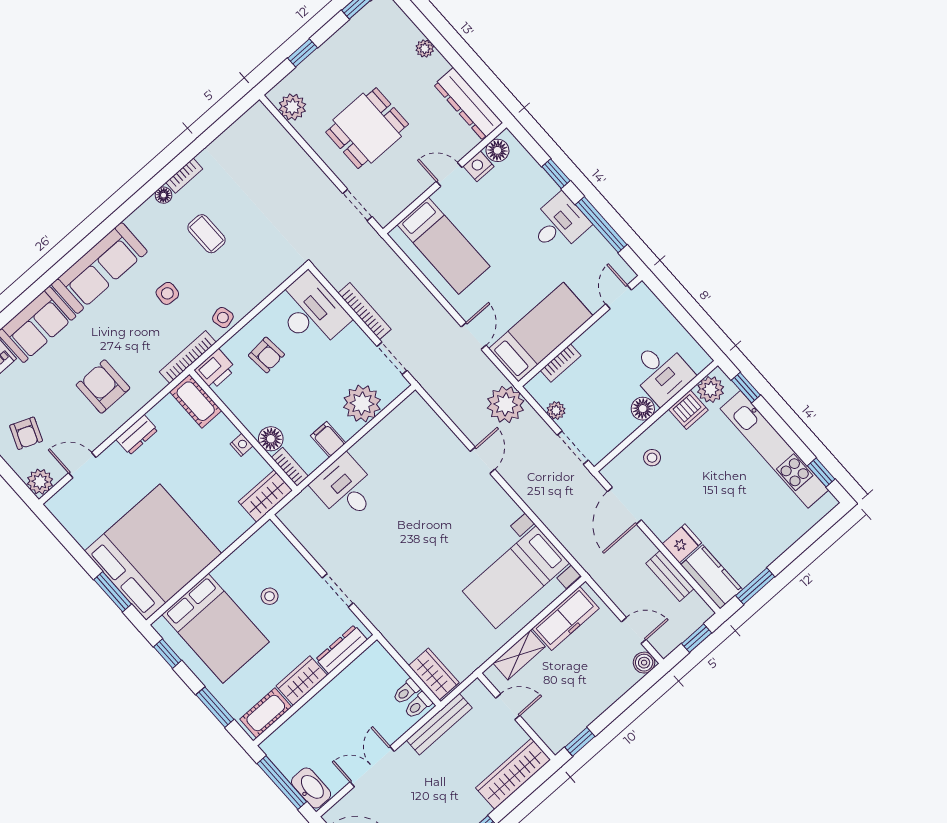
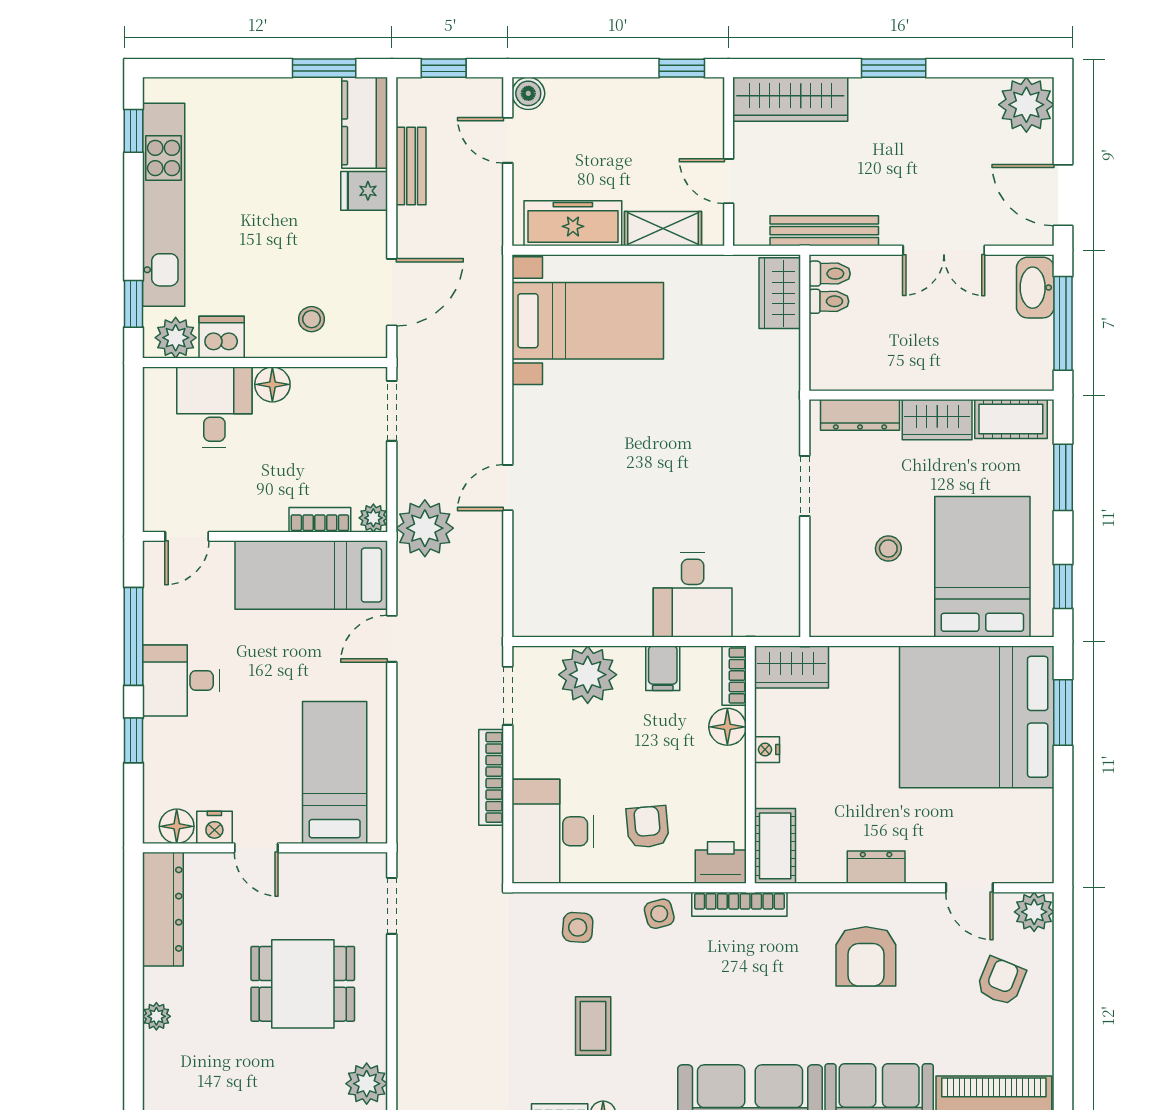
side table: (167, 293) -> (578, 927), moved
plant: (556, 410) -> (373, 518), moved

